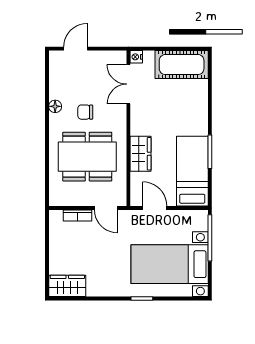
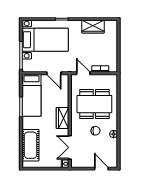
door: (76, 49) -> (101, 169), swing flipped
cot: (182, 65) -> (31, 145), moved, turned 90
double door: (128, 84) -> (70, 147), swing flipped
wardrobe: (140, 154) -> (63, 118), moved
wardrobe: (67, 286) -> (93, 27), moved

